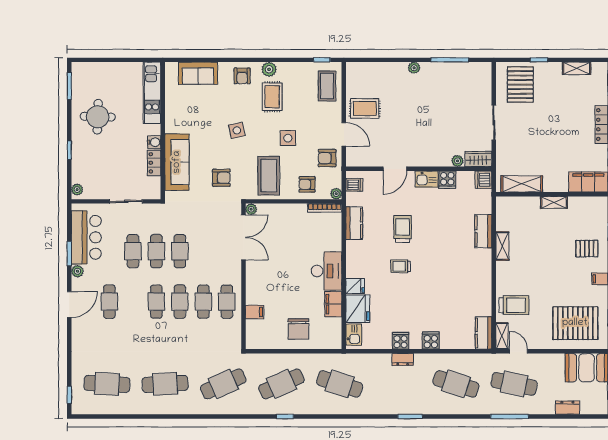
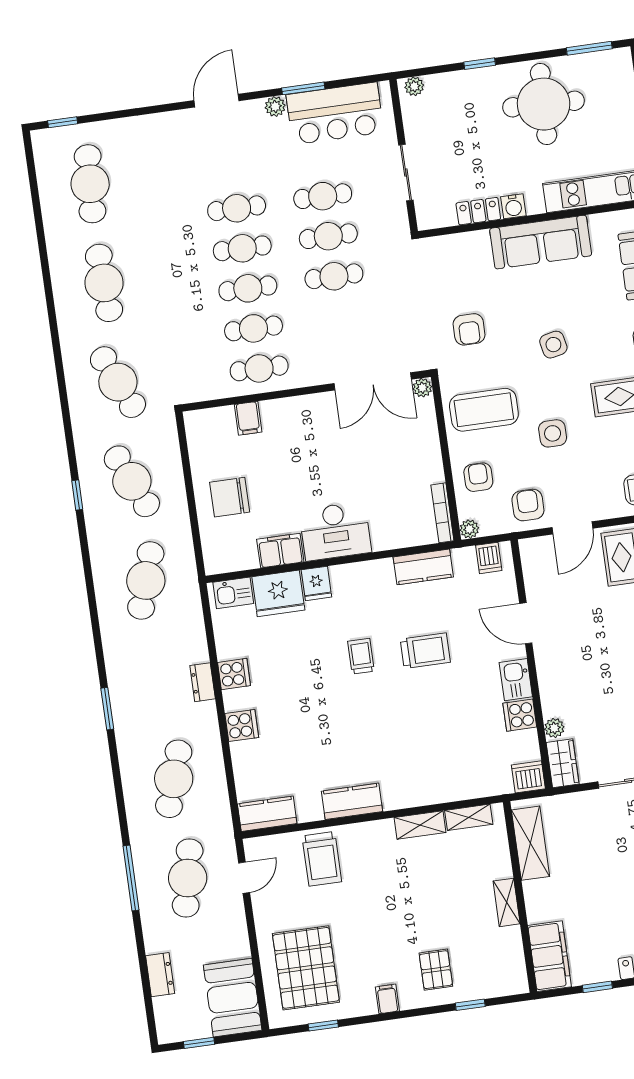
round table: (98, 117) -> (544, 104), width x1.36, depth x1.36
sofa: (177, 162) -> (541, 242), moved
kitchen counter: (483, 231) -> (352, 801), moved
cafe table: (109, 302) -> (237, 208), moved
door: (69, 304) -> (217, 101), swing flipped
shelving: (502, 336) -> (469, 817), moved

